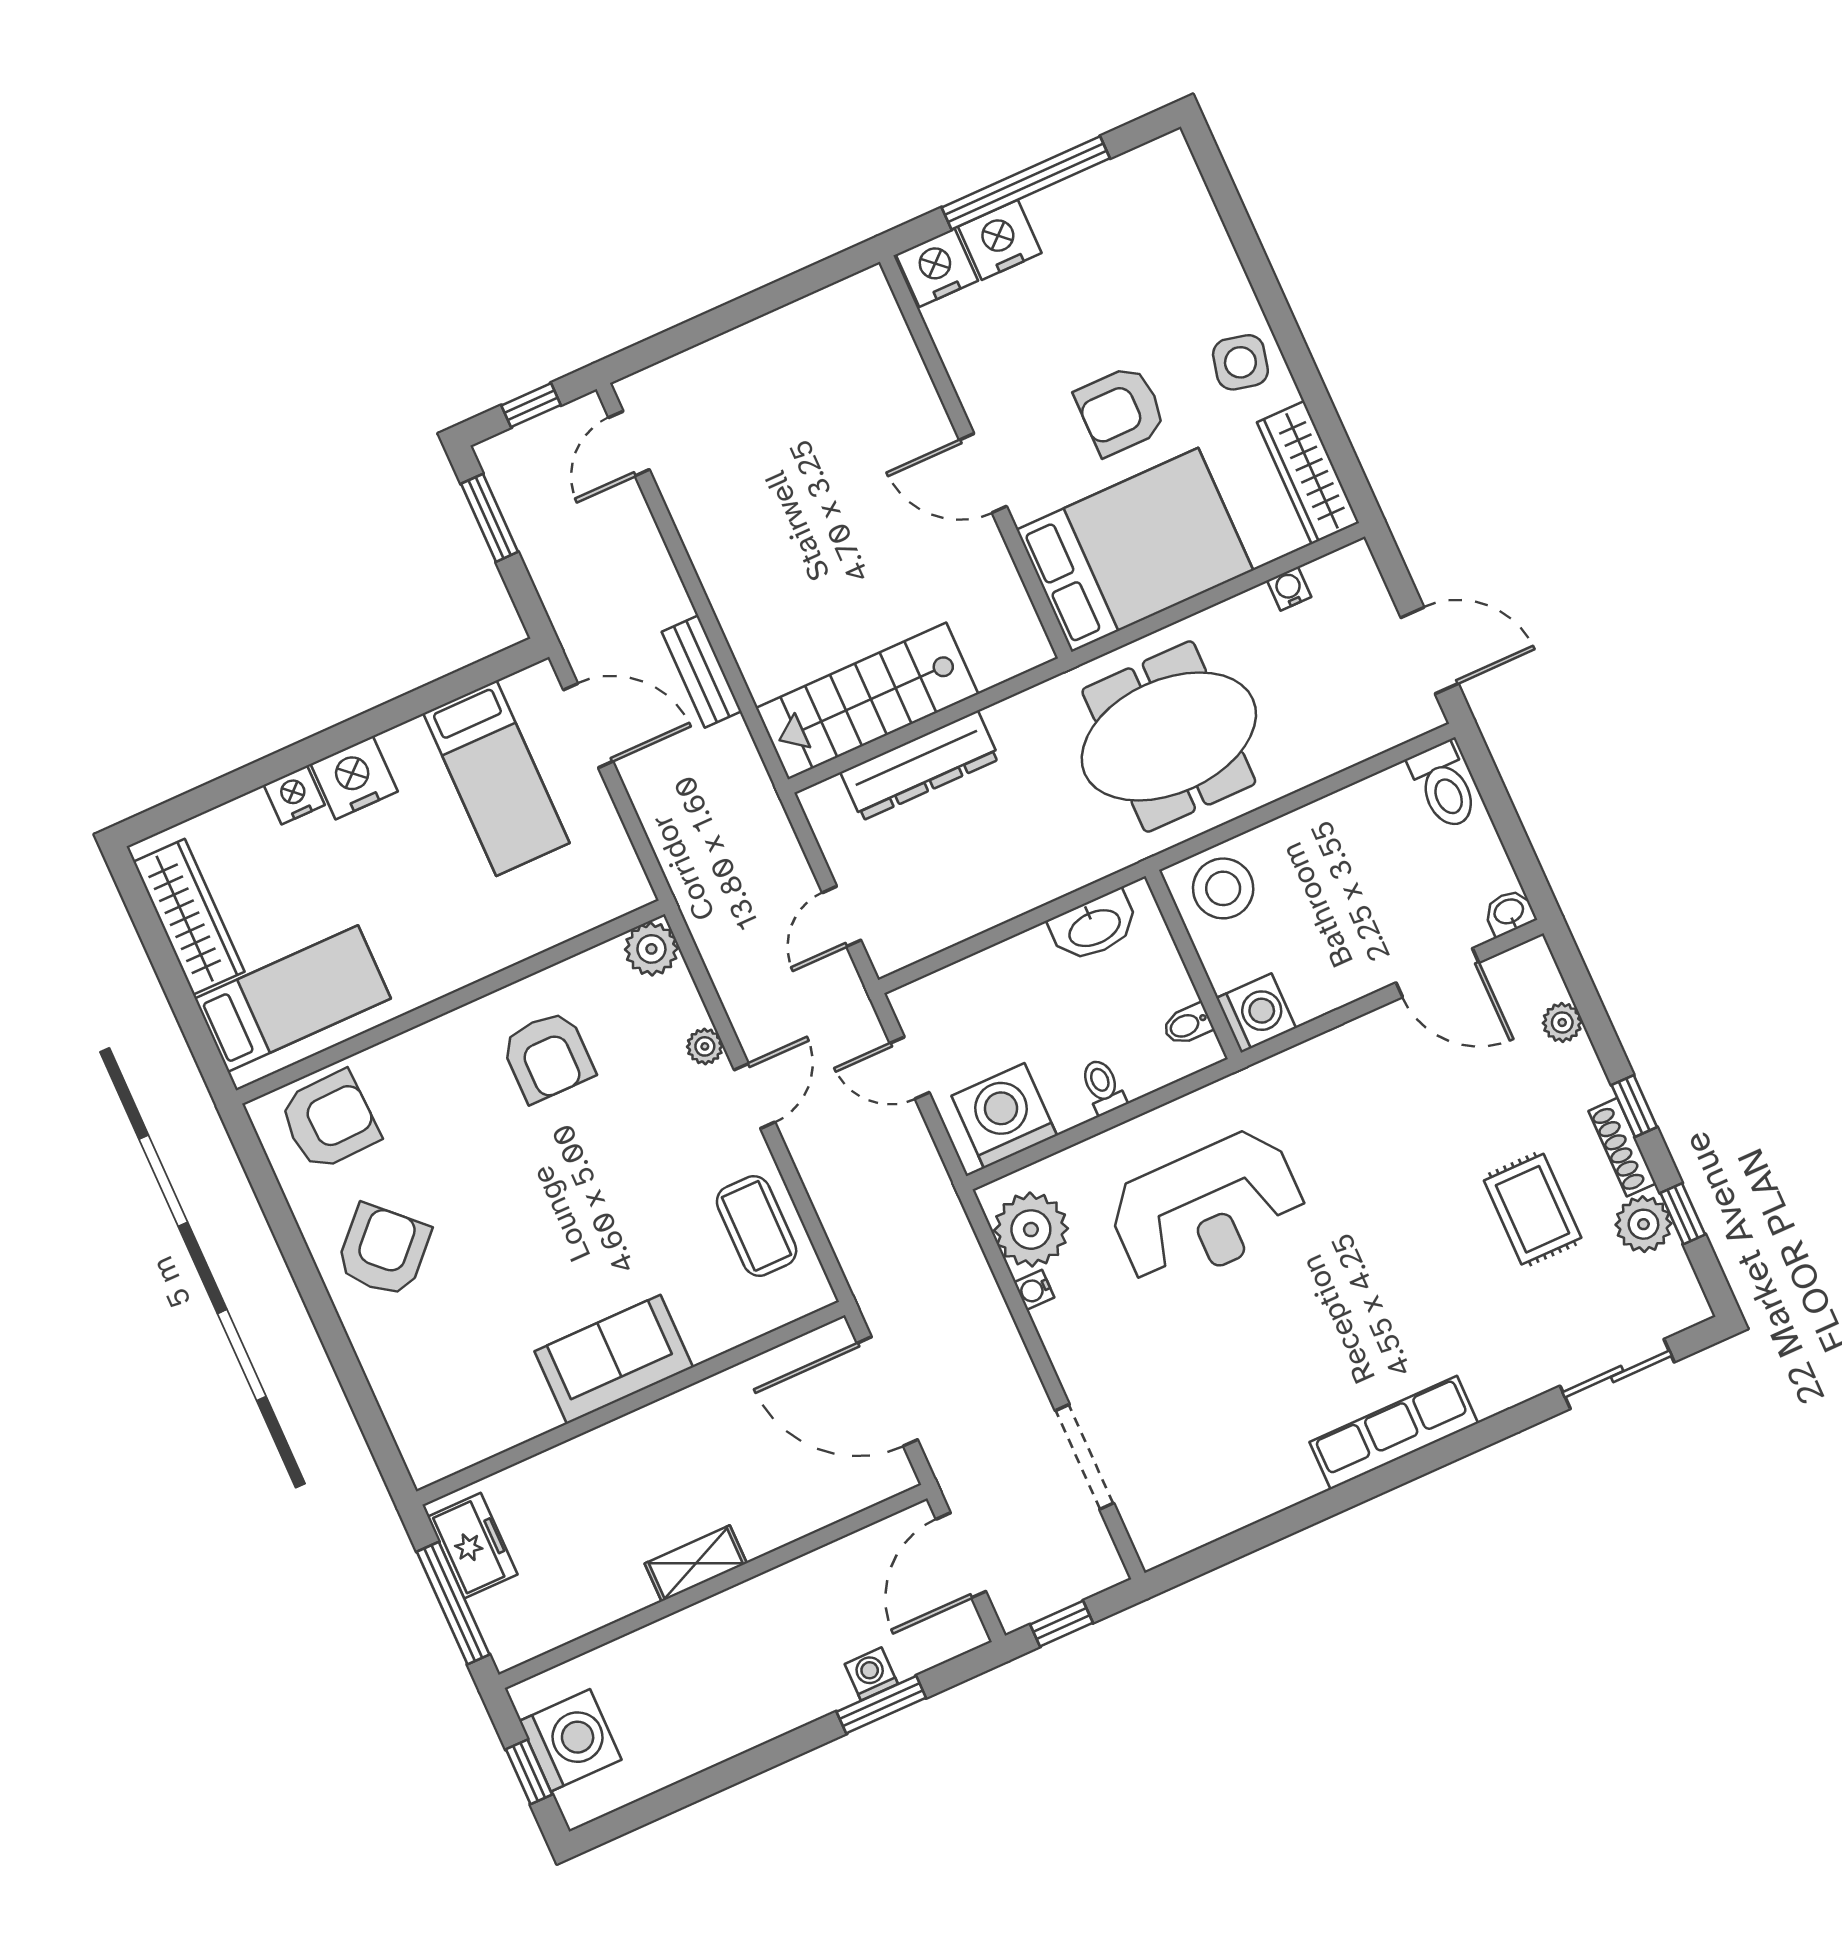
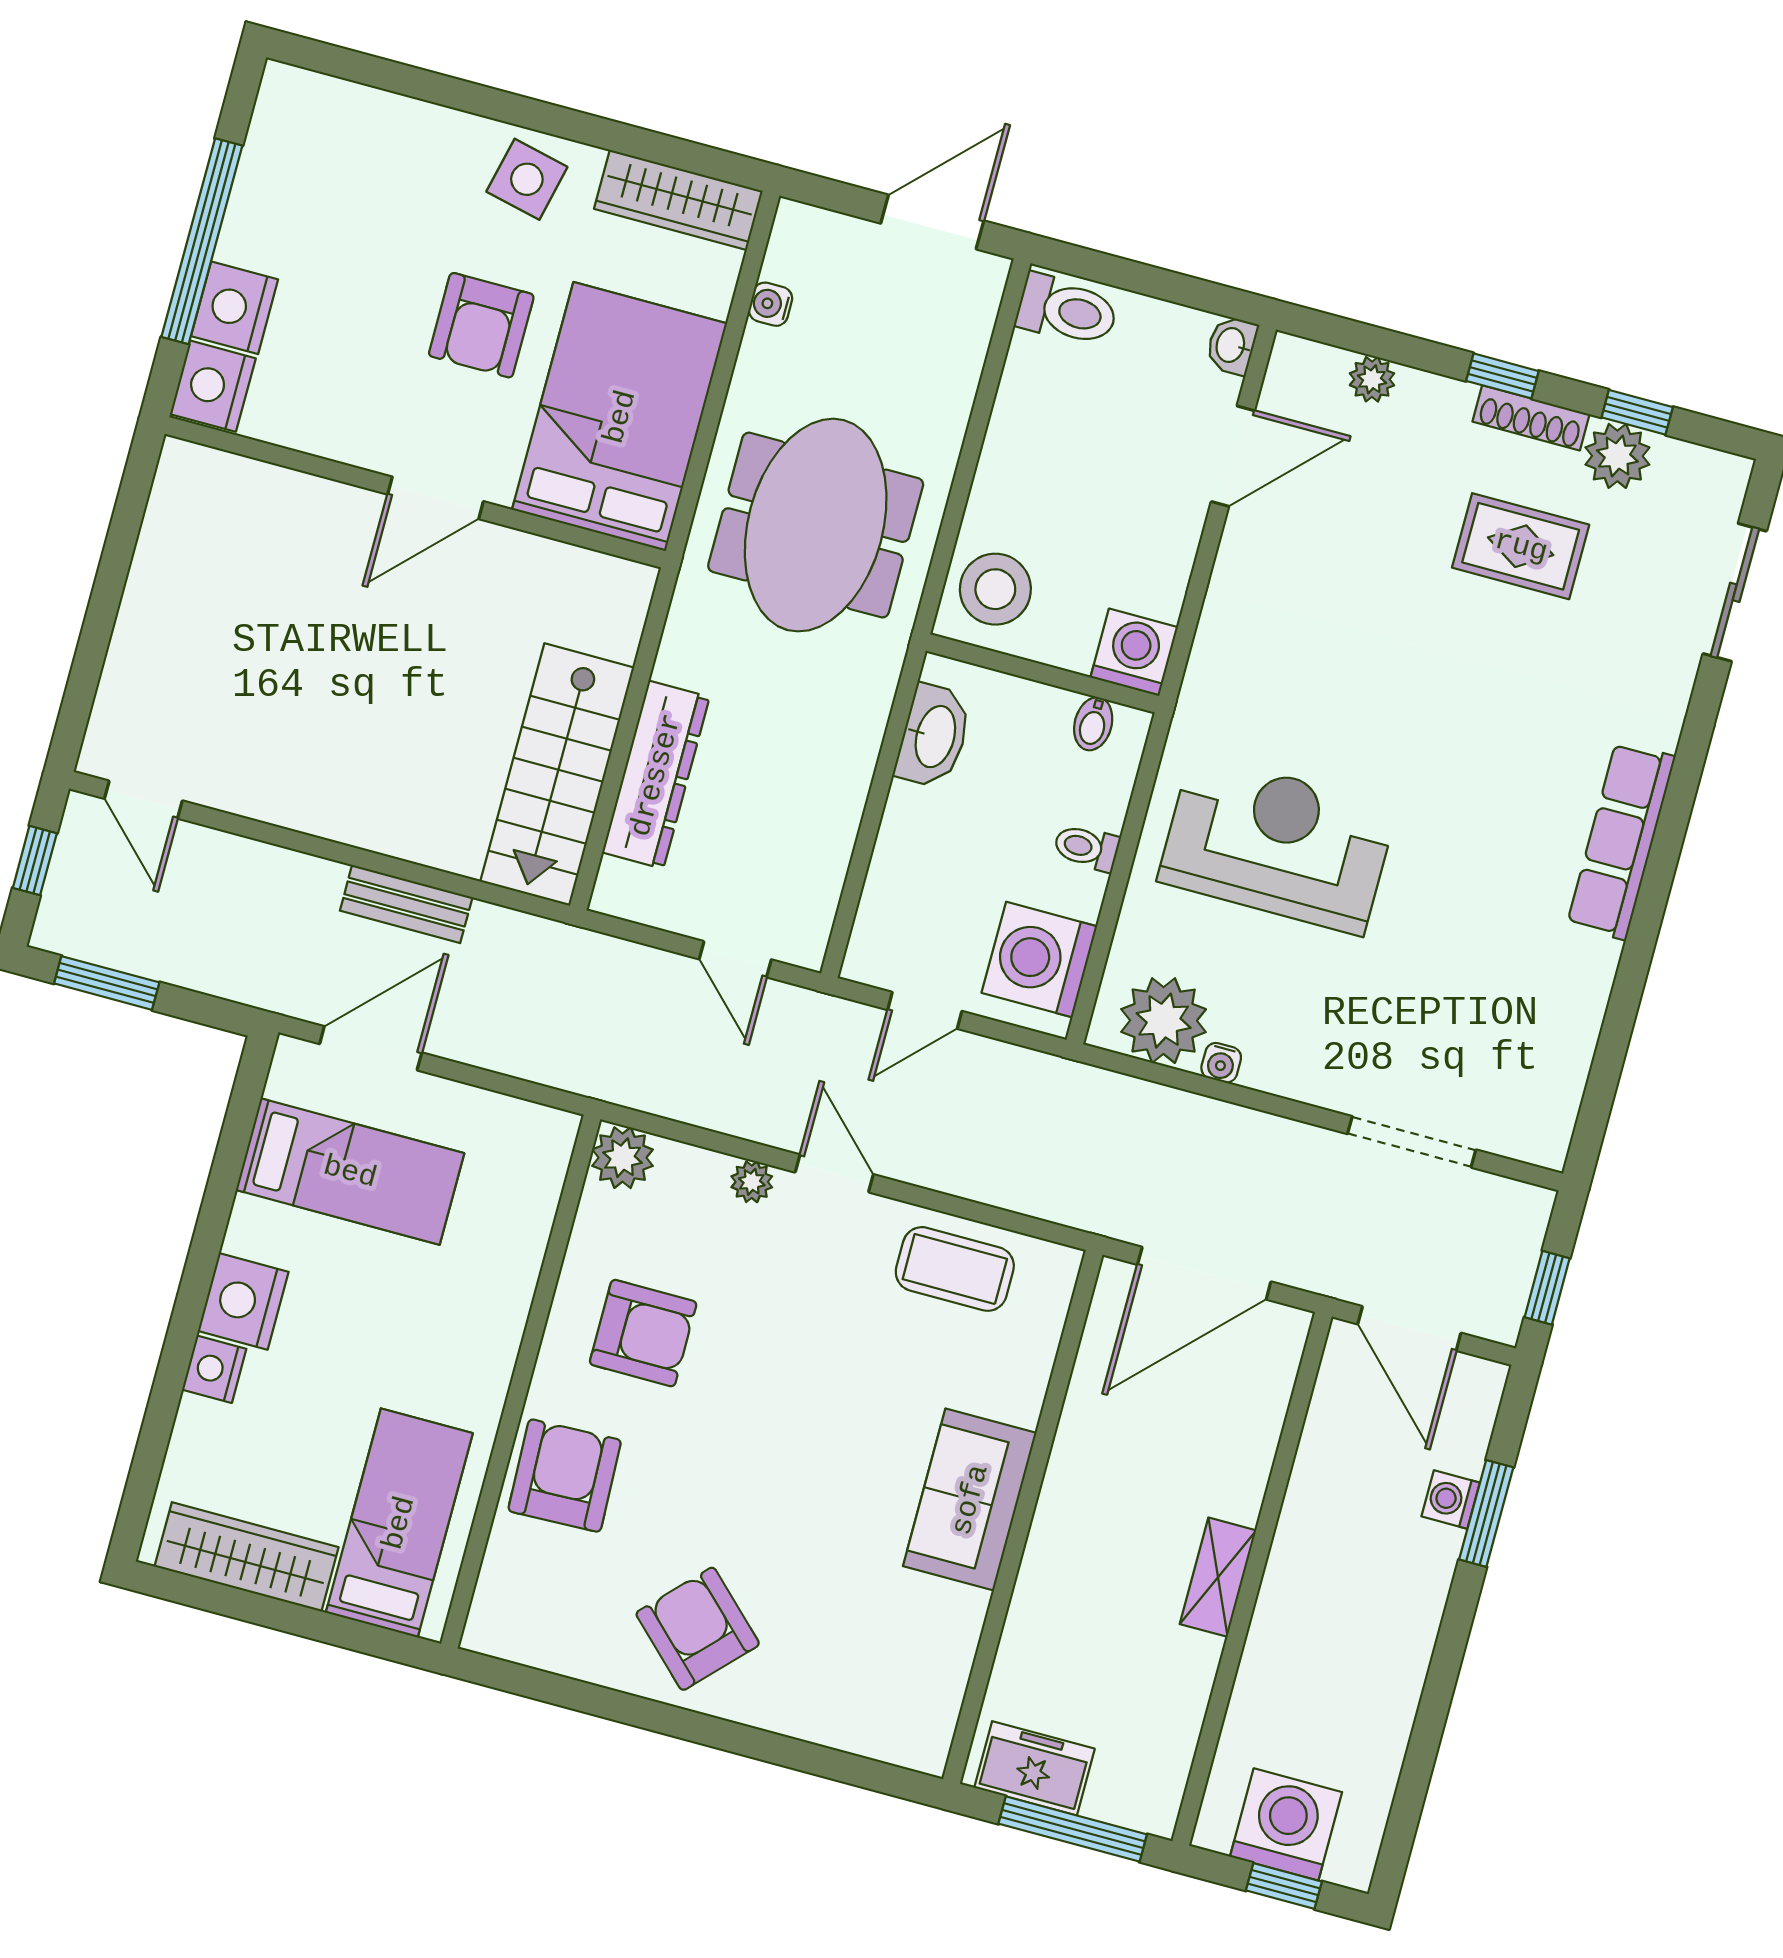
armchair: (329, 1121) -> (565, 1476), moved
reception desk: (1207, 1209) -> (1277, 844), turned -90

